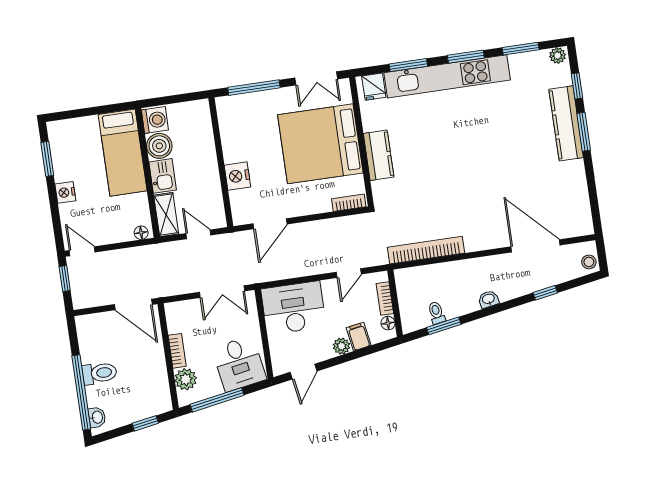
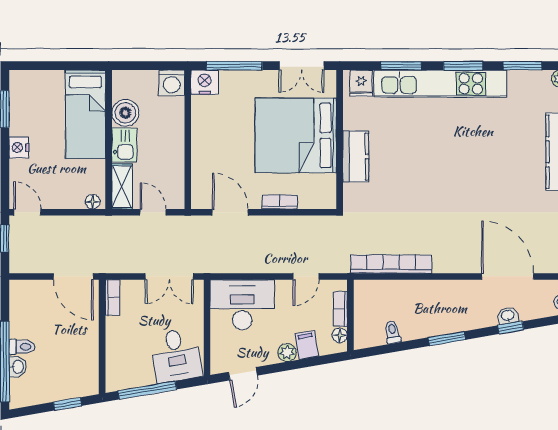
washing machine: (155, 120) -> (172, 83), moved, turned 90
nightstand: (237, 176) -> (205, 82), moved, turned 90
bookcase: (349, 203) -> (280, 202), moved
door: (270, 224) -> (230, 212), swing flipped
washbasin: (488, 299) -> (508, 316), moved
window: (444, 326) -> (447, 339), moved
bookcase: (177, 351) -> (113, 298), moved
toilet: (99, 373) -> (22, 347), width x0.73, depth x0.72
plant: (186, 379) -> (117, 364), removed
washbasin: (97, 417) -> (17, 367), moved

